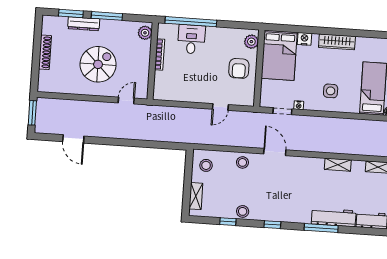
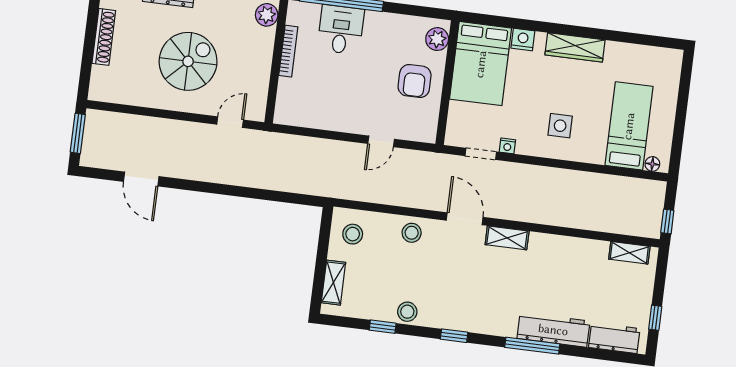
shelving: (338, 165) -> (507, 238), moved

